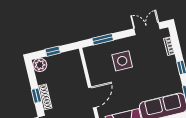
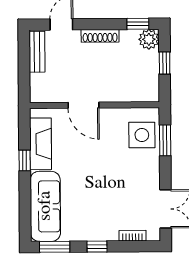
side table: (122, 61) -> (142, 135), moved
window: (36, 96) -> (138, 24), moved

